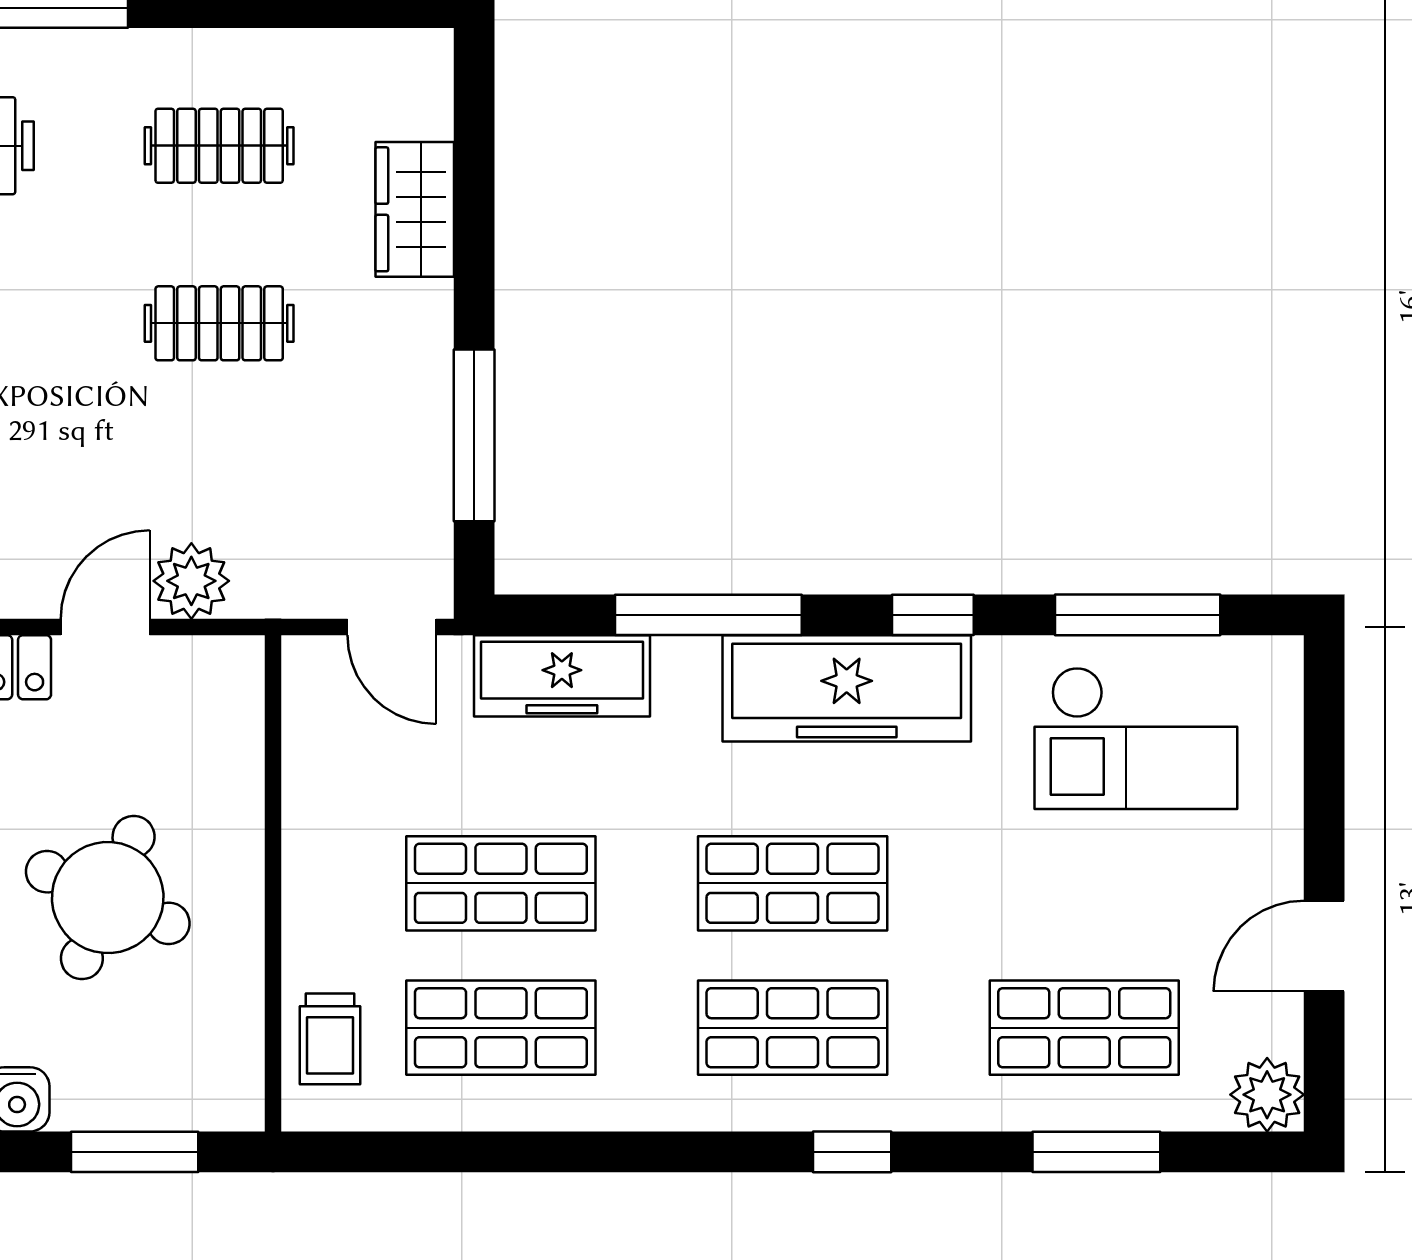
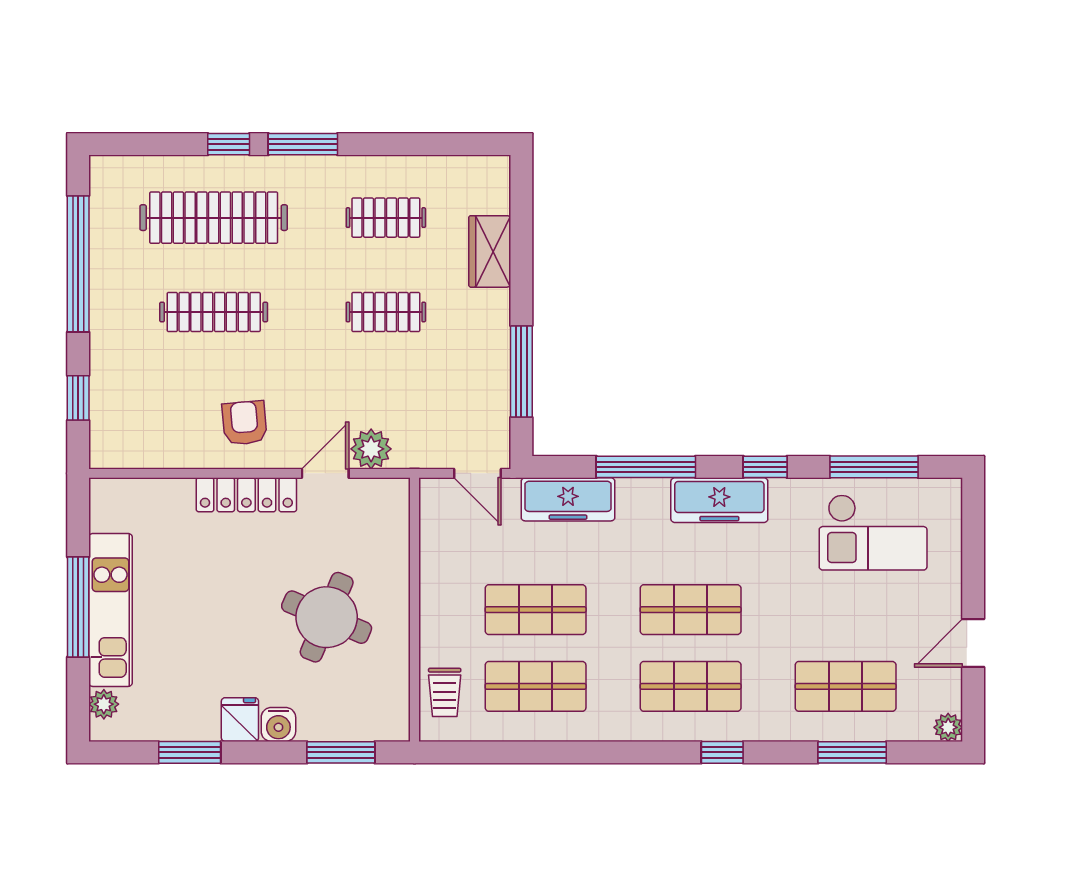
freezer: (847, 688) -> (719, 500), width x0.73, depth x0.79
plant: (1267, 1095) -> (948, 727), width x0.73, depth x0.73

